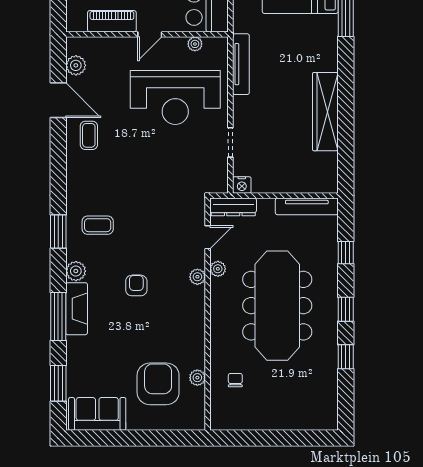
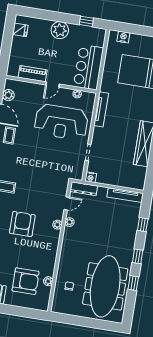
armchair: (136, 285) -> (22, 224), width x1.88, depth x1.88
meeting table: (277, 306) -> (105, 286), moved
armchair: (158, 384) -> (26, 281), turned 90

